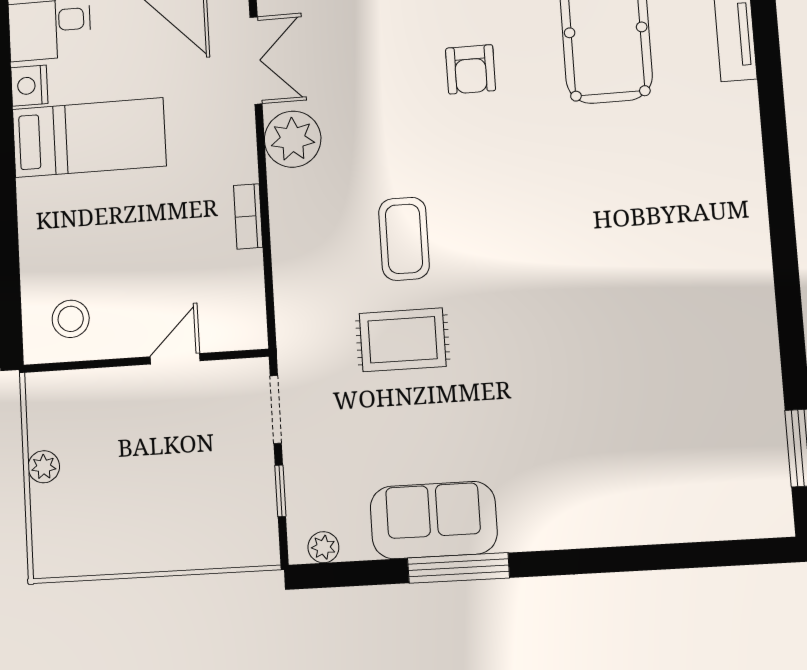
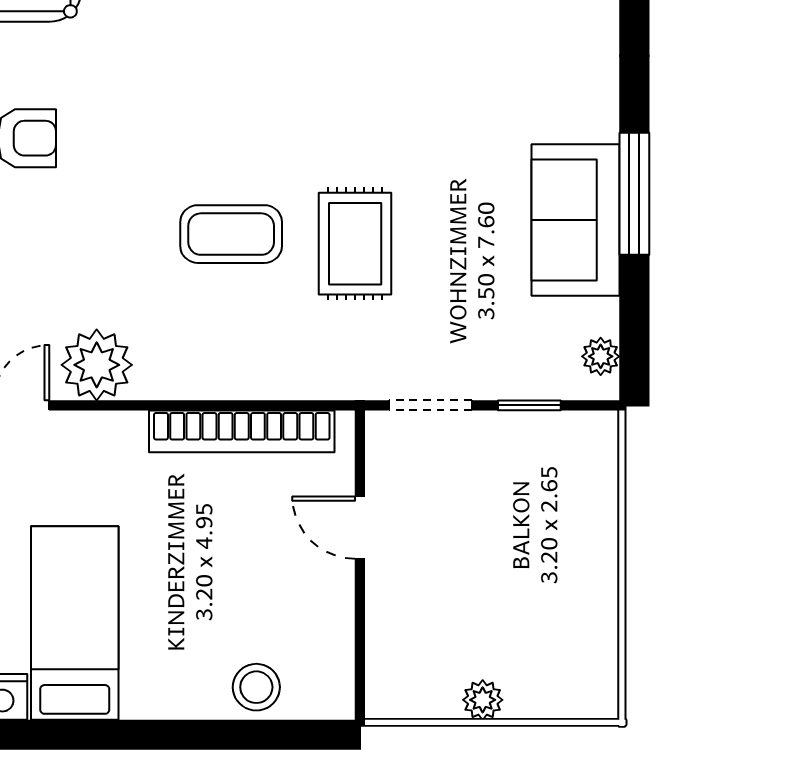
bookcase: (248, 216) -> (242, 431), width x2.31, depth x1.31
stool: (71, 319) -> (256, 687), moved

